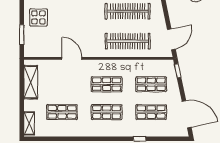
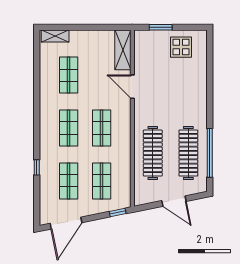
door: (171, 39) -> (174, 201), moved
door: (72, 58) -> (132, 87), swing flipped
shelving: (31, 82) -> (123, 50), moved, turned 90

